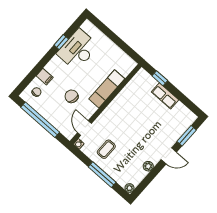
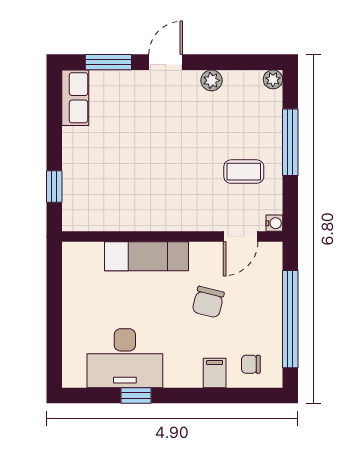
row of seats: (165, 96) -> (75, 98), moved
door: (169, 156) -> (166, 62), hinge flipped

